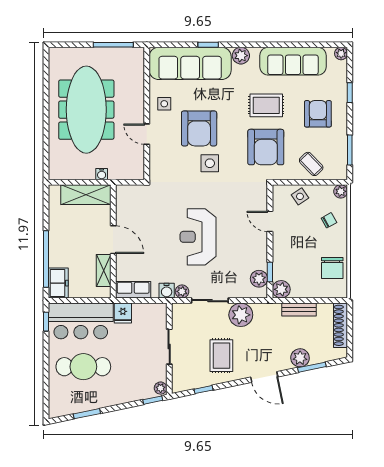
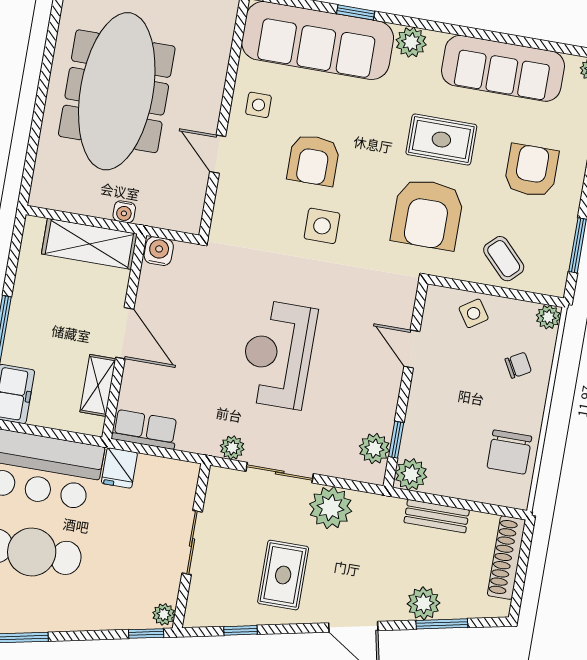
armchair: (199, 128) -> (313, 160), width x0.73, depth x0.73
water cooler: (167, 291) -> (159, 251), moved, turned 180

